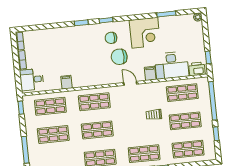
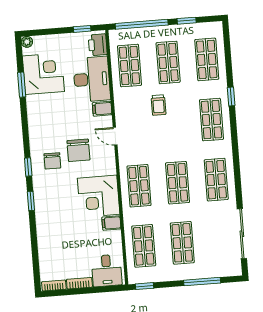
corner desk: (145, 33) -> (43, 74), moved
corner desk: (86, 72) -> (99, 196), added
door: (130, 83) -> (115, 136), hinge flipped

